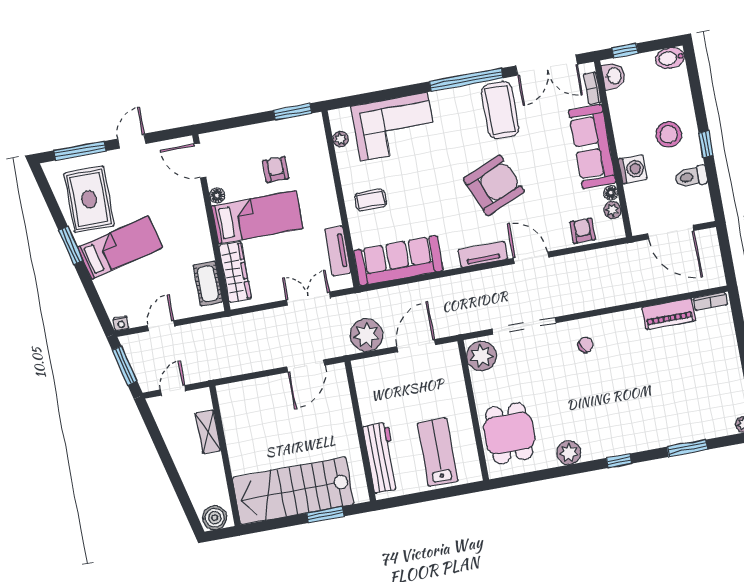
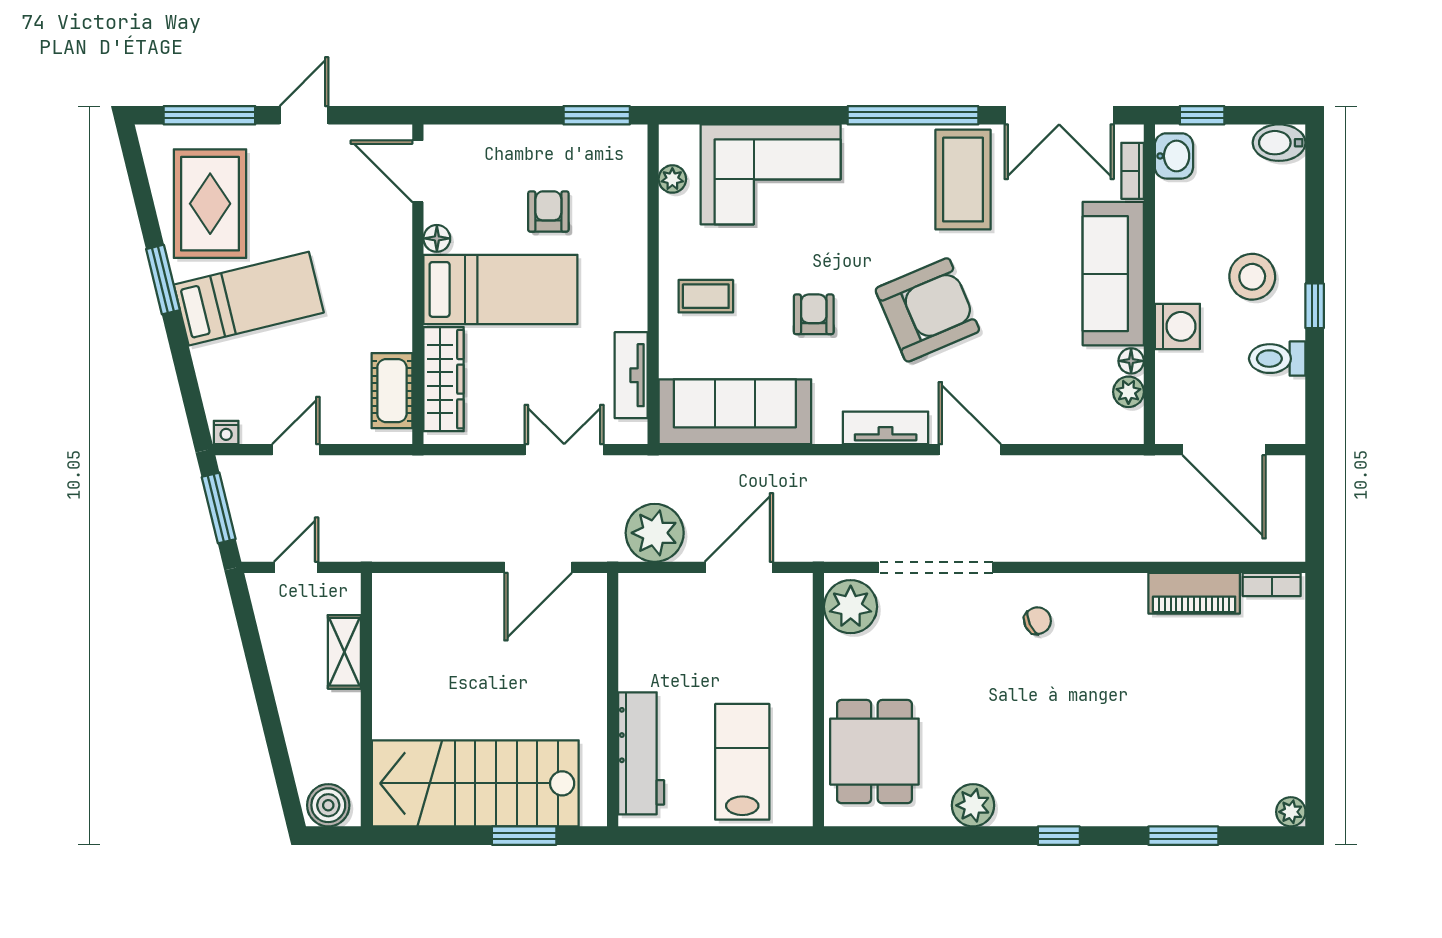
armchair: (583, 231) -> (814, 314), moved

